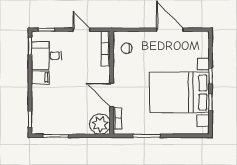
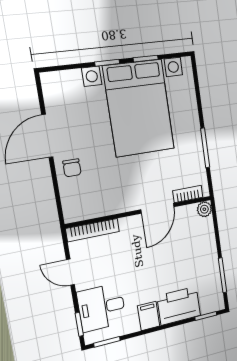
door: (82, 30) -> (70, 272), hinge flipped
chair: (127, 48) -> (72, 168), moved
desk: (46, 56) -> (102, 307), moved, turned 90
printer: (42, 100) -> (179, 306), added
plant: (100, 124) -> (204, 209), width x0.53, depth x0.53

